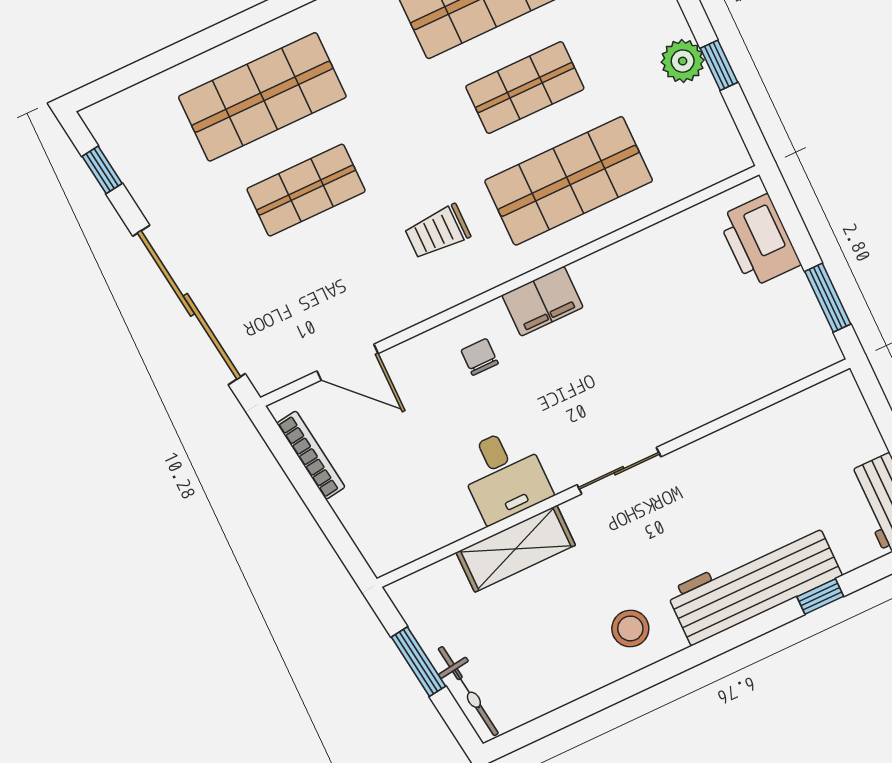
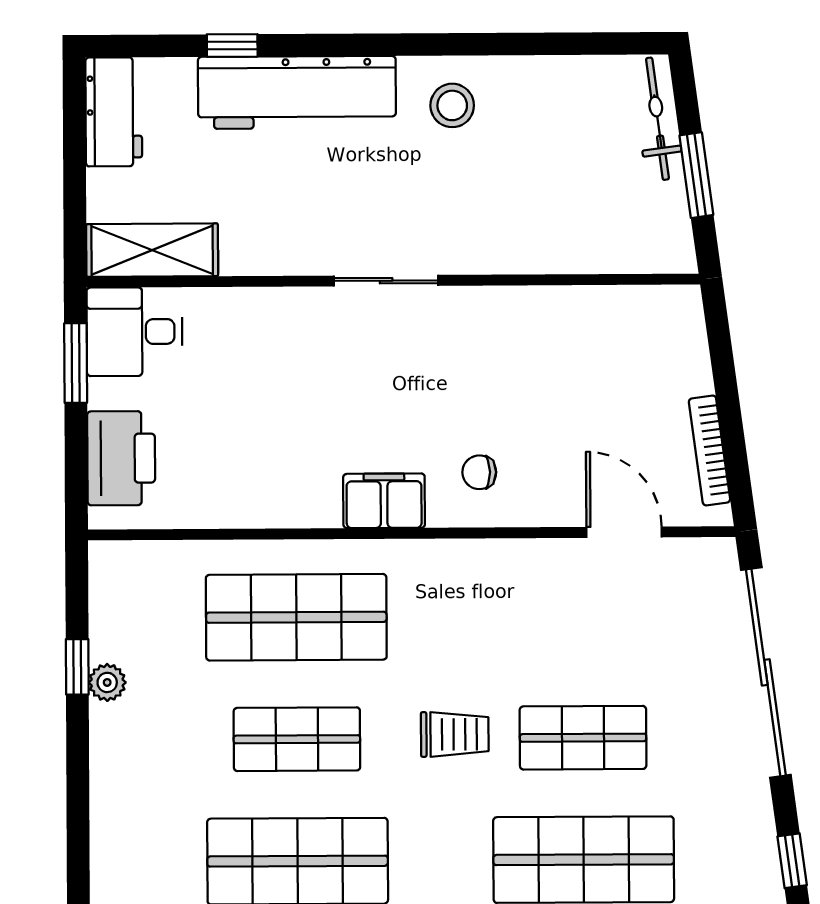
plant: (683, 61) -> (107, 682), width x0.73, depth x0.73
trolley: (437, 232) -> (455, 734), moved
chair: (480, 357) -> (479, 472), turned 90
desk: (504, 475) -> (134, 332), moved, turned -90
shelving: (516, 549) -> (152, 250), moved

